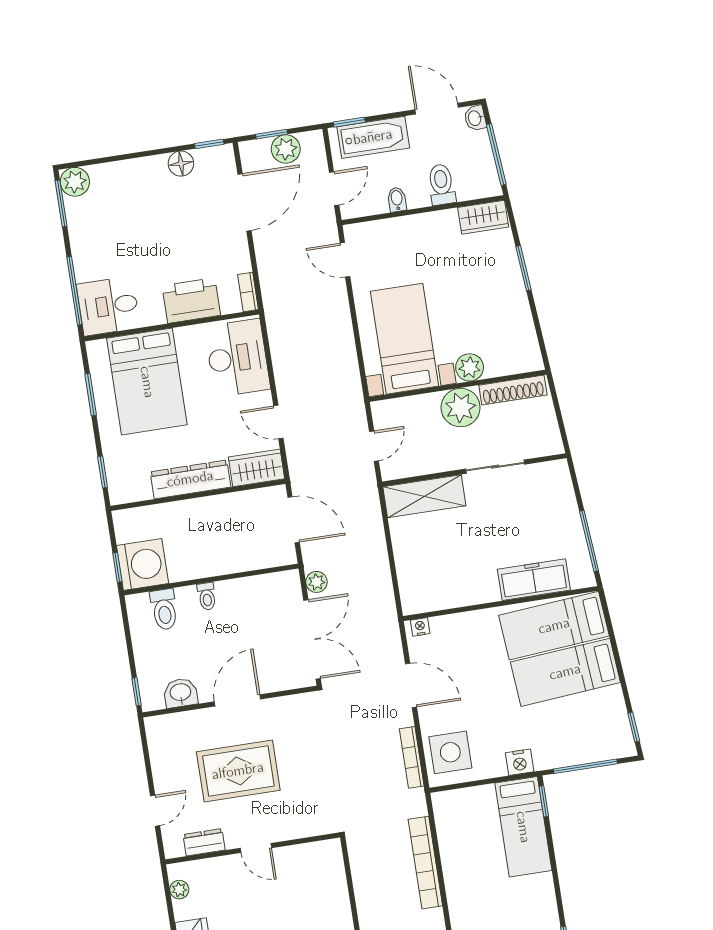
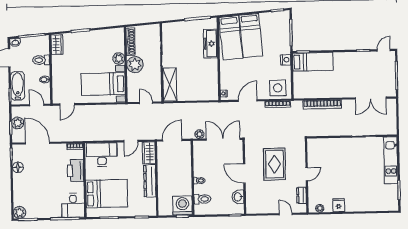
rug: (238, 771) -> (274, 164), moved

